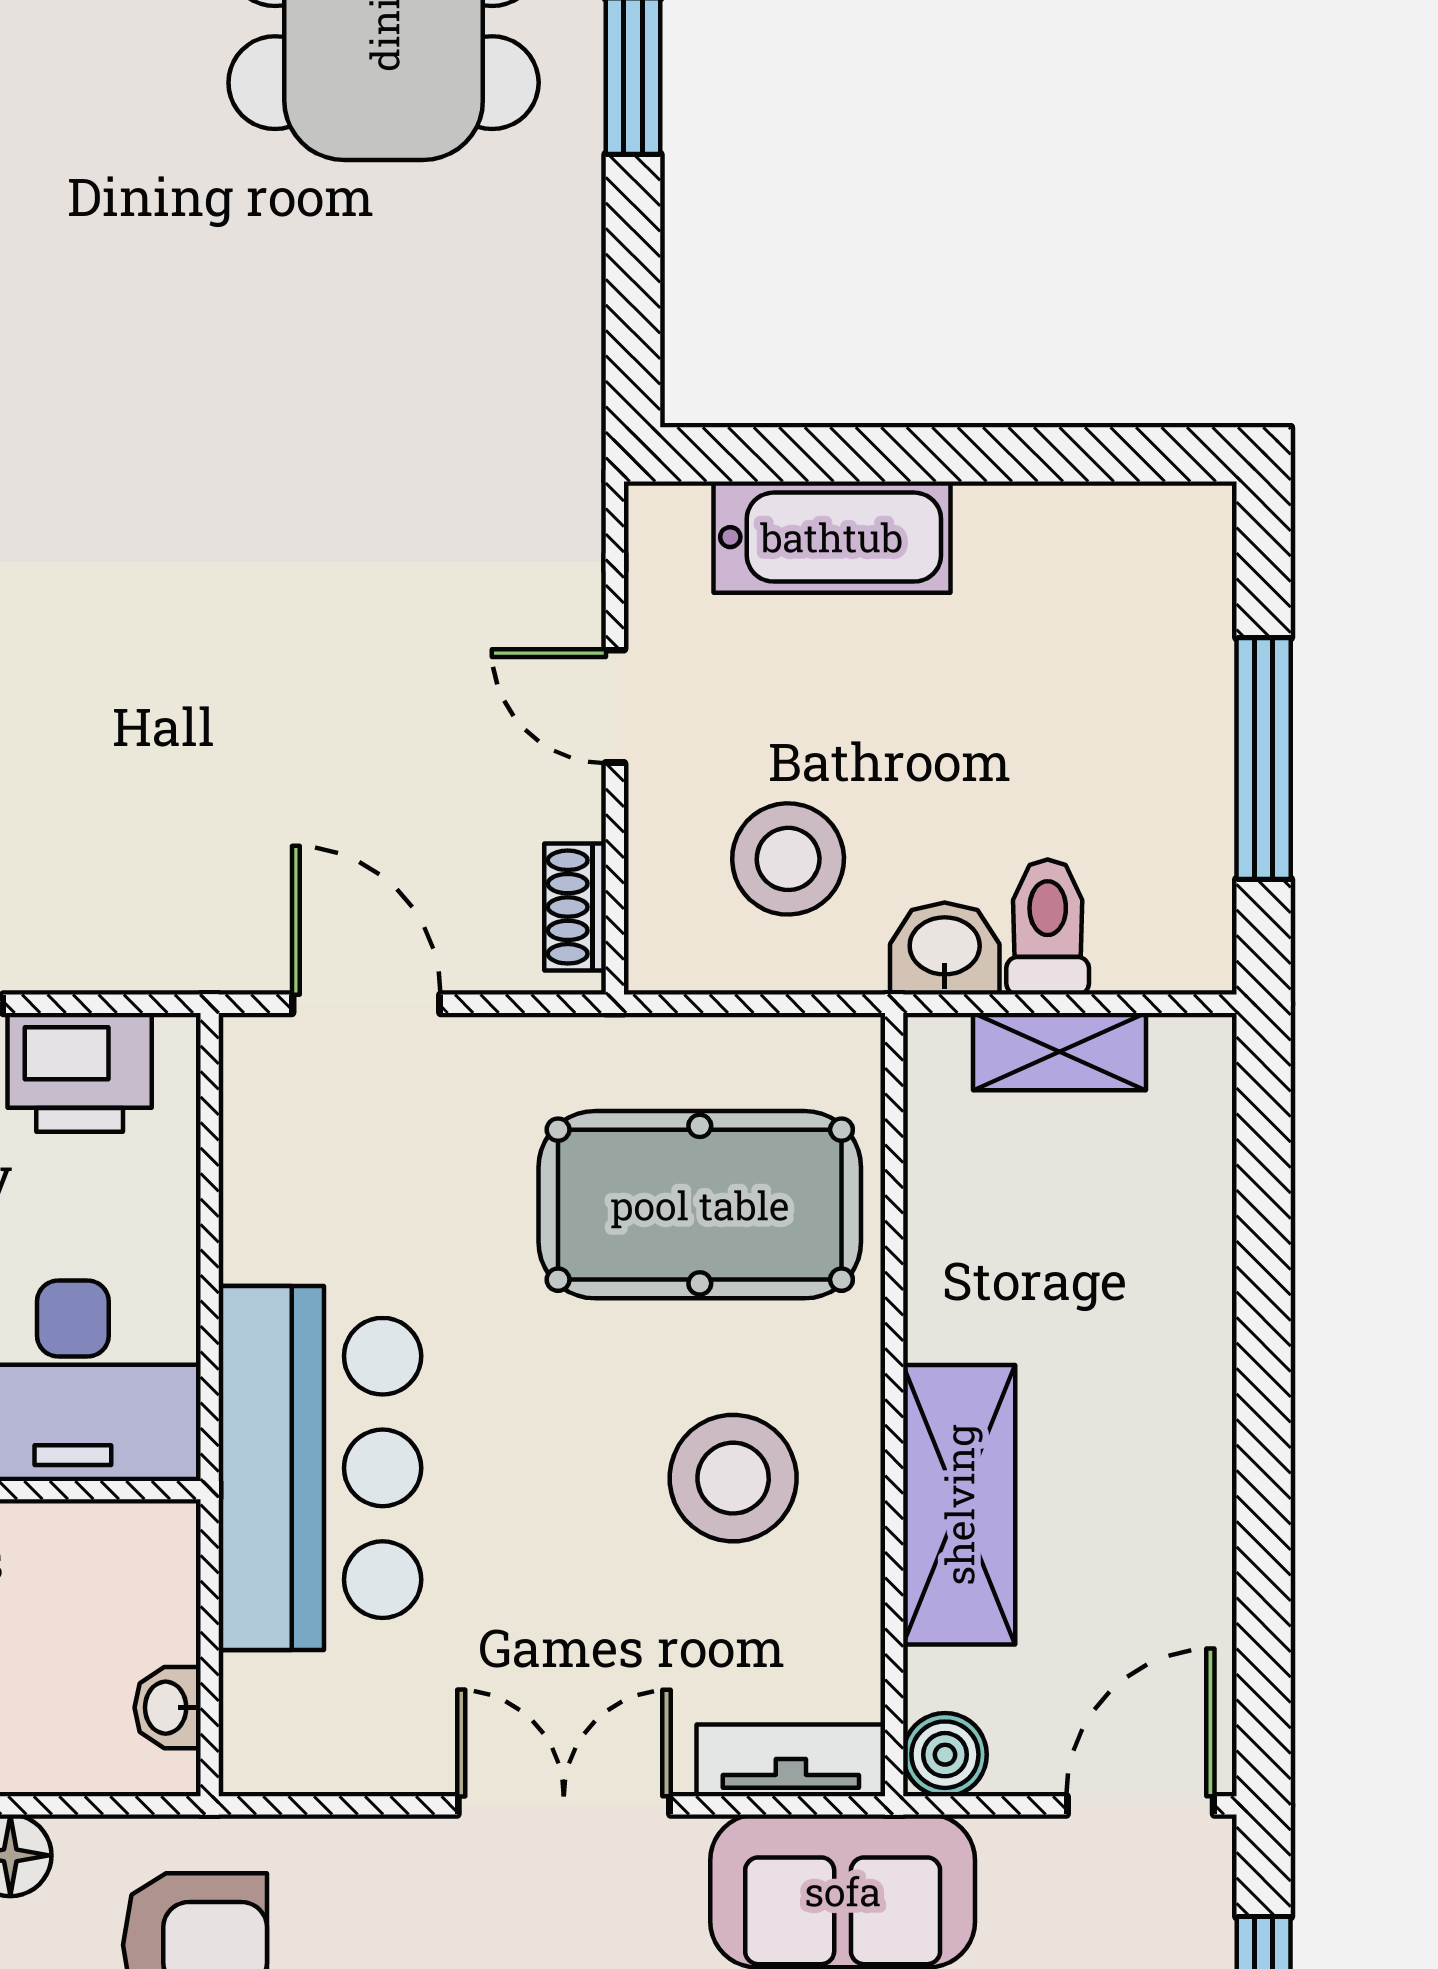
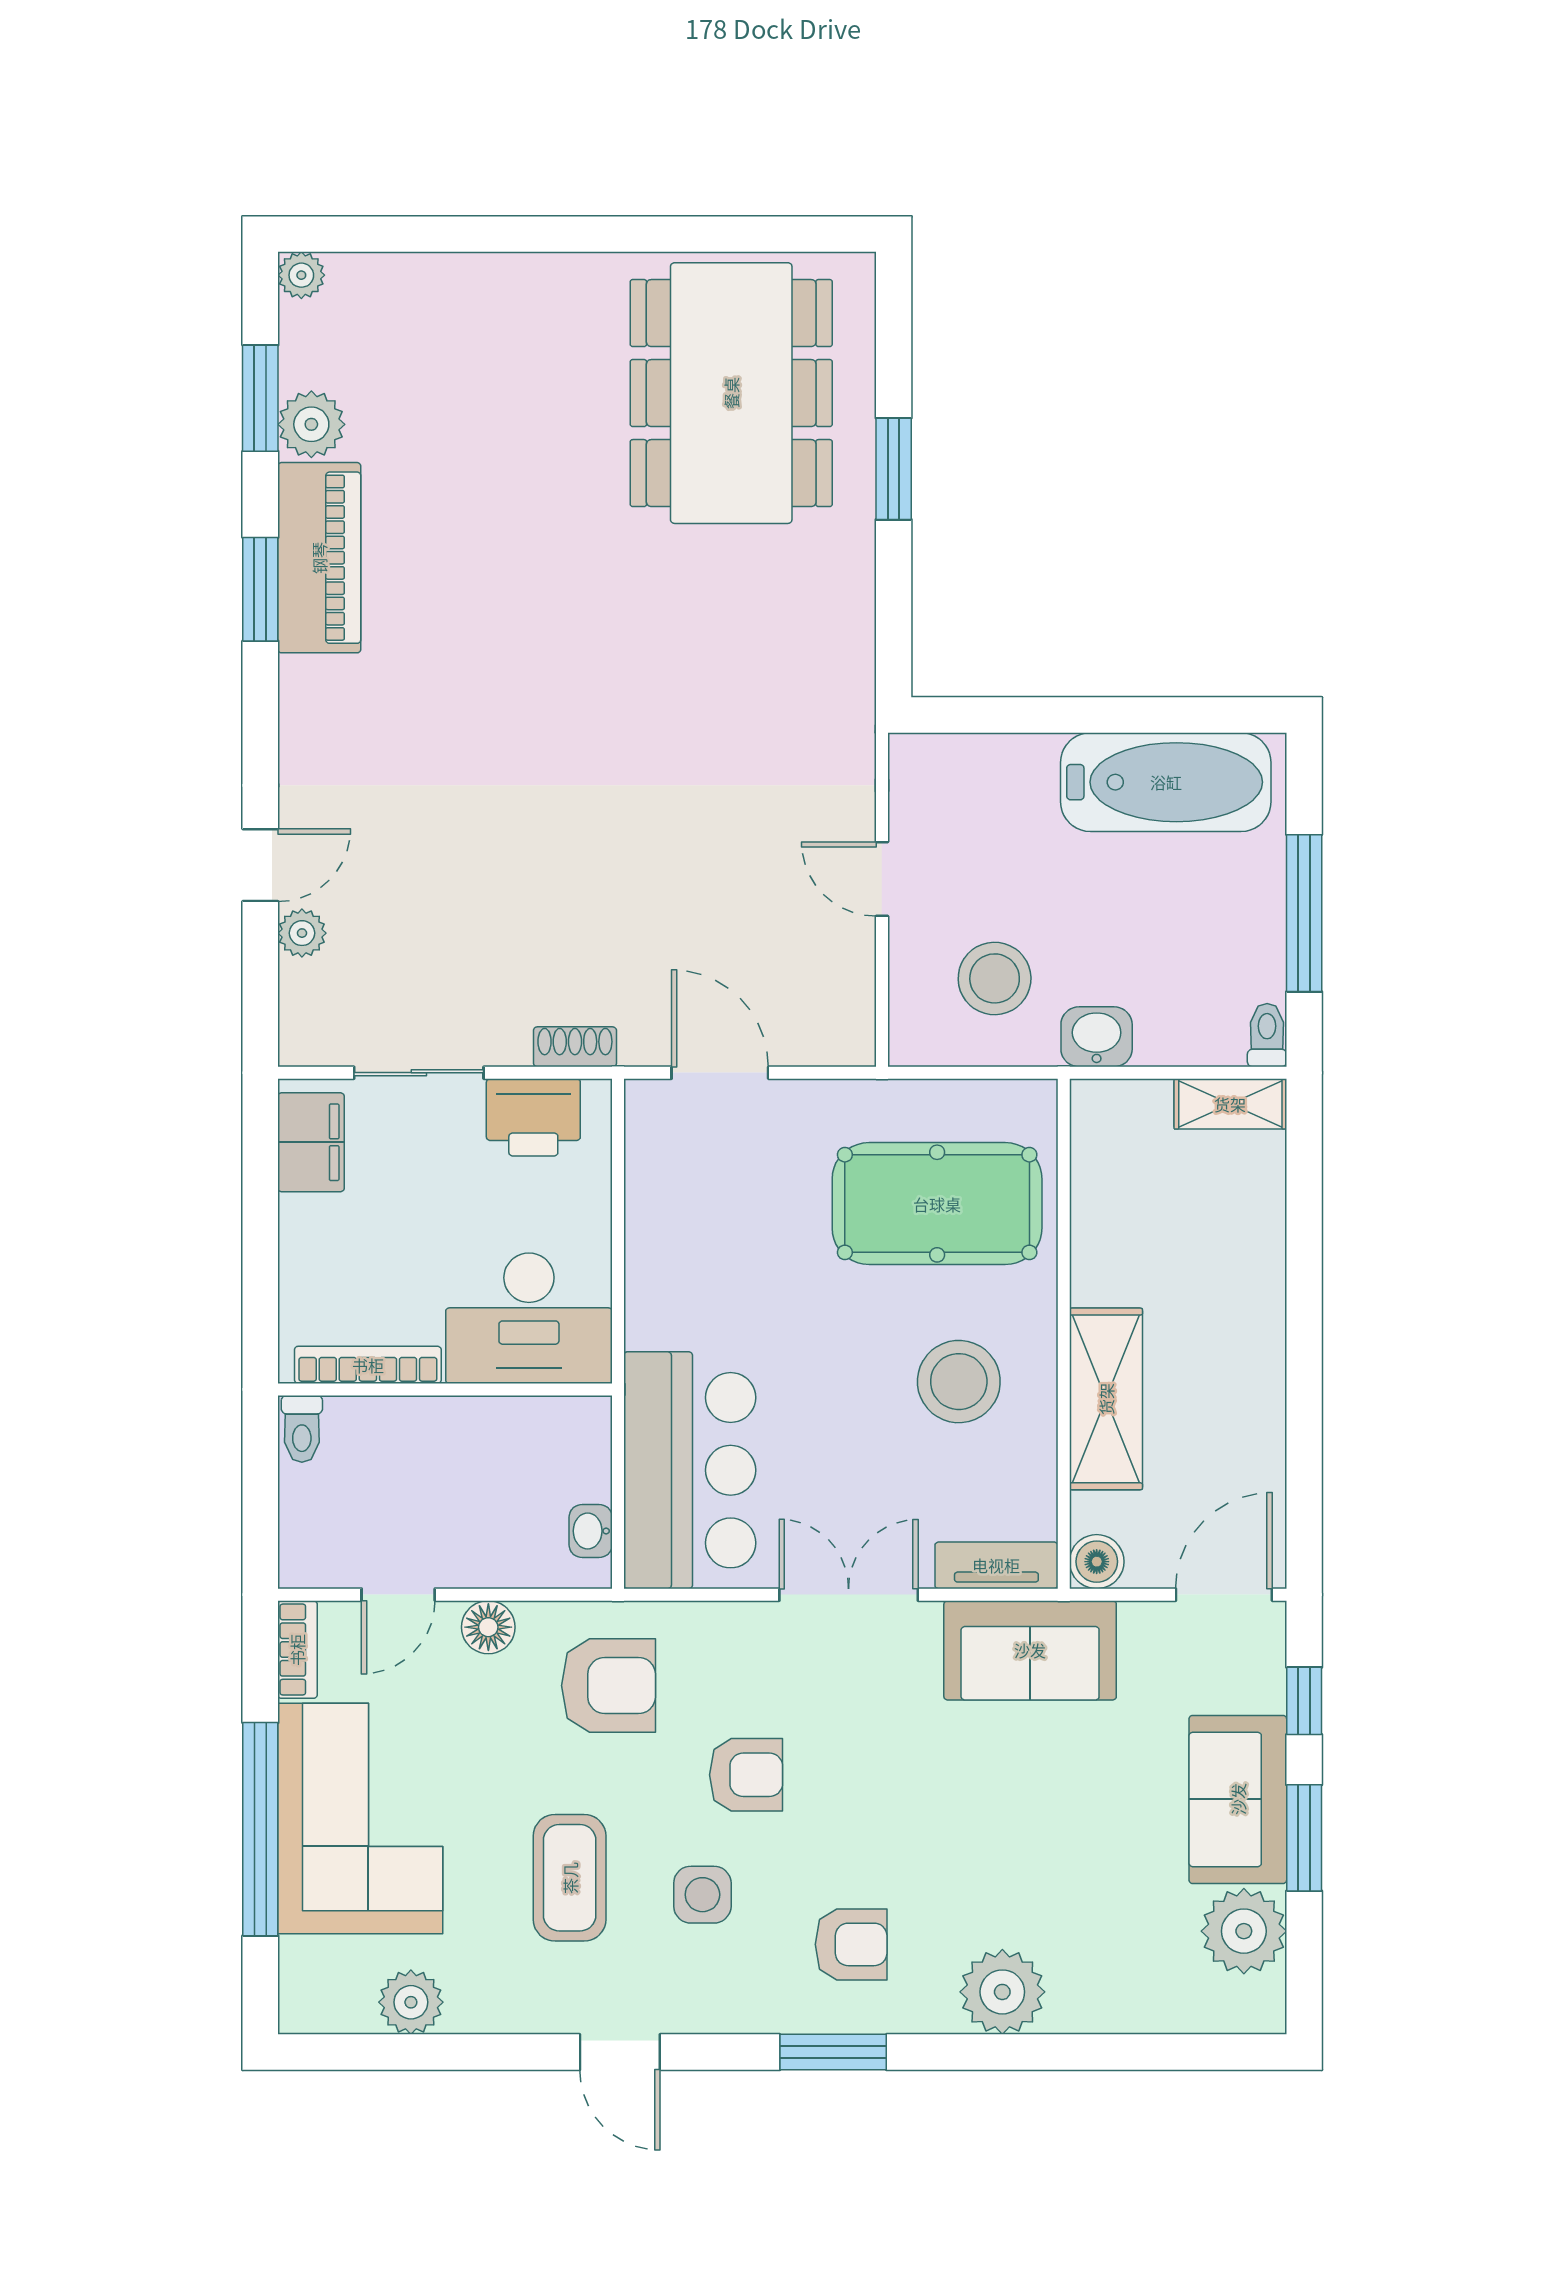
bathtub: (832, 537) -> (1166, 782), moved, width x1.36, depth x1.36
shoe rack: (575, 907) -> (575, 1047), moved, turned 90
toilet: (1048, 927) -> (1267, 1035), moved, width x0.73, depth x0.72
shelving: (1059, 1052) -> (1230, 1104), moved
bar counter: (320, 1468) -> (690, 1470), moved

